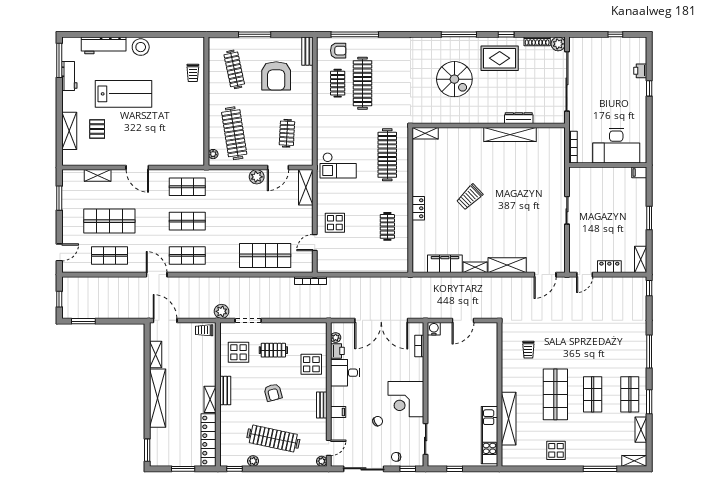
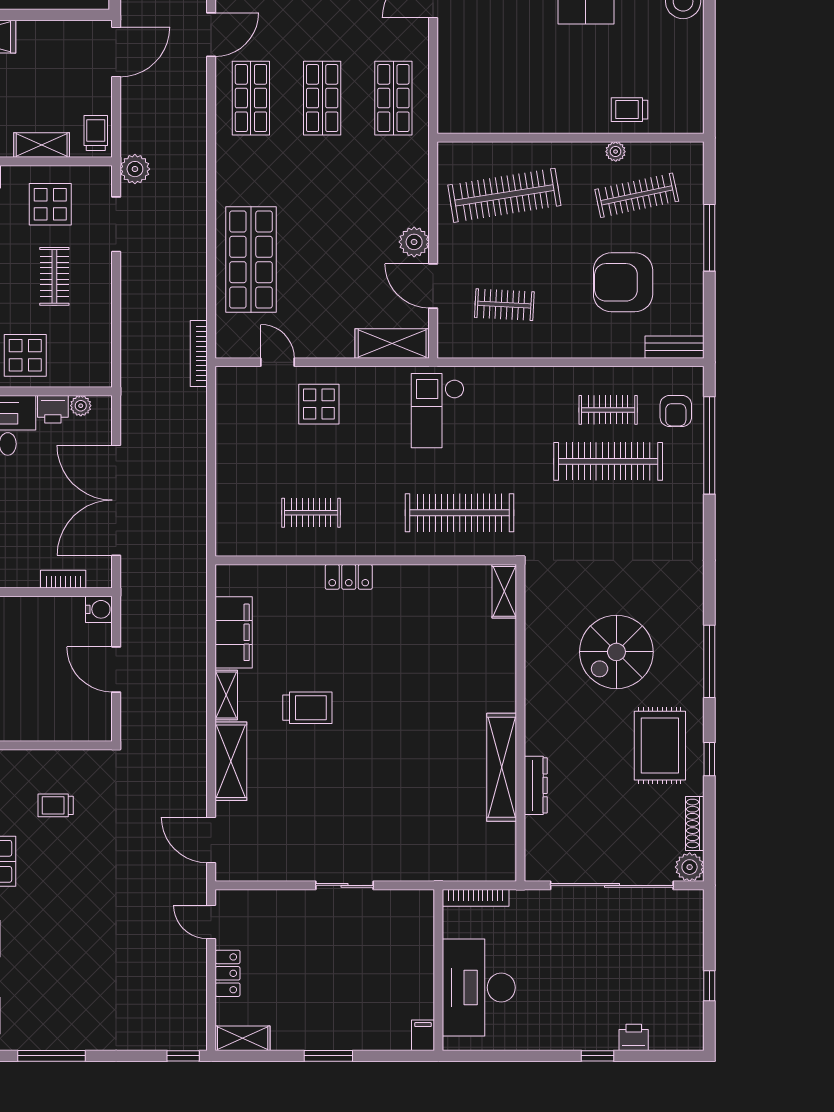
plant: (213, 154) -> (616, 152), moved
trolley: (470, 197) -> (307, 708), moved, turned 134
shelving: (156, 355) -> (42, 145), moved

